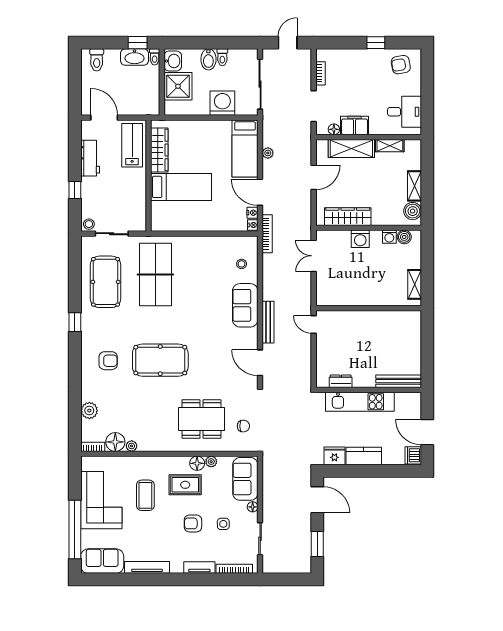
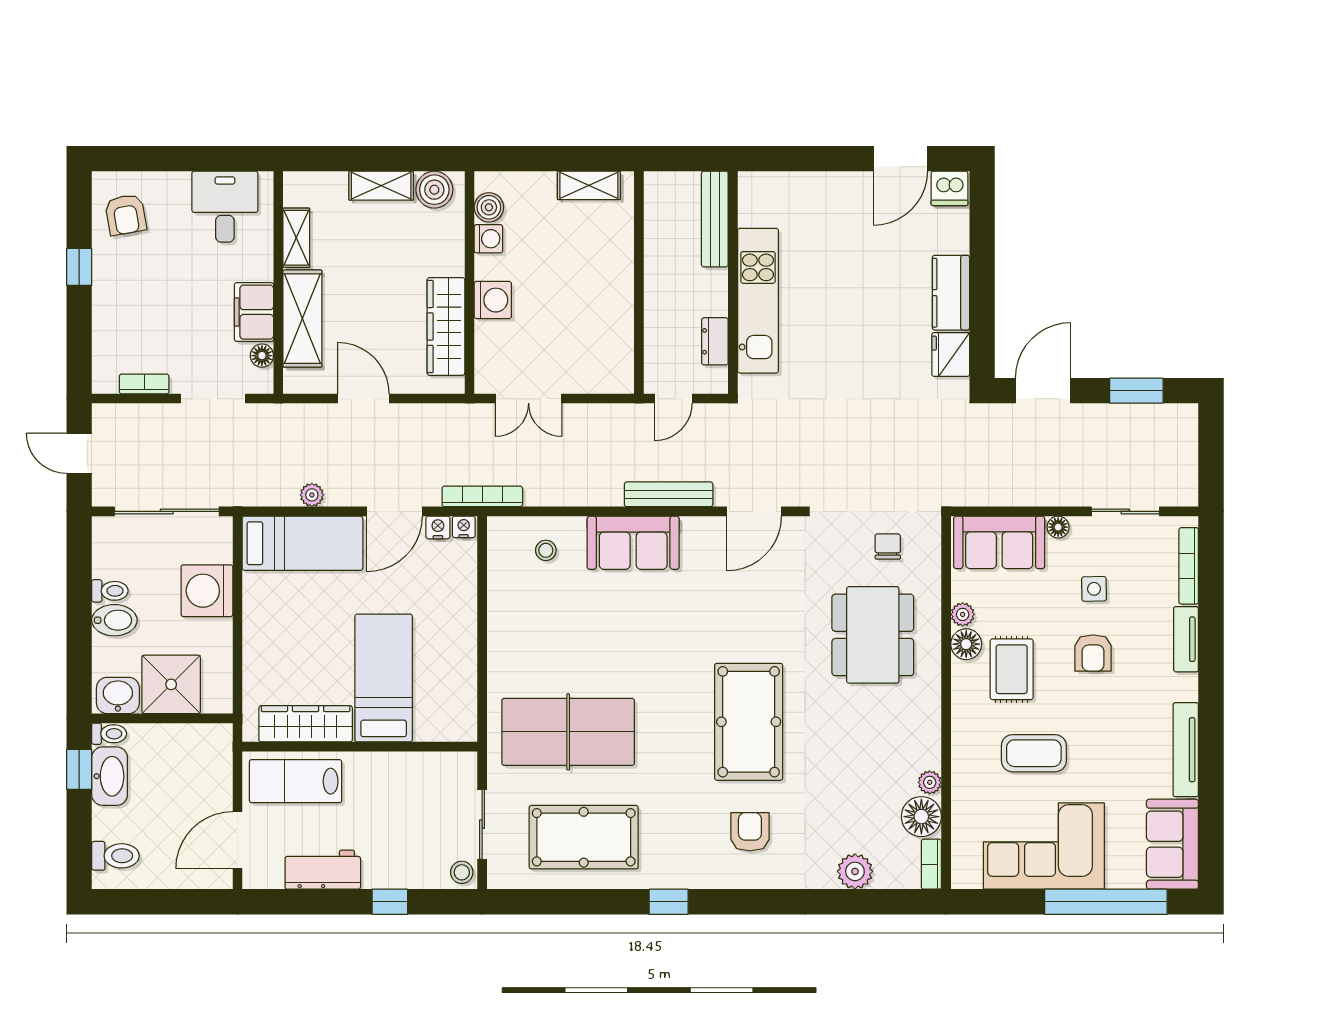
dresser: (341, 381) -> (715, 341), moved
bench: (399, 381) -> (715, 219), moved
wall: (369, 390) -> (733, 283), moved
kitchen unit: (360, 402) -> (758, 301), moved

